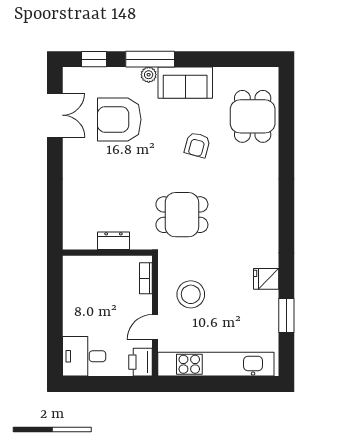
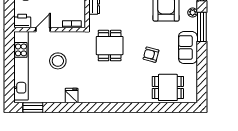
plant: (149, 75) -> (193, 13), moved
stool: (191, 294) -> (58, 61), moved
window: (286, 315) -> (33, 108), moved
door: (155, 327) -> (43, 30), hinge flipped

